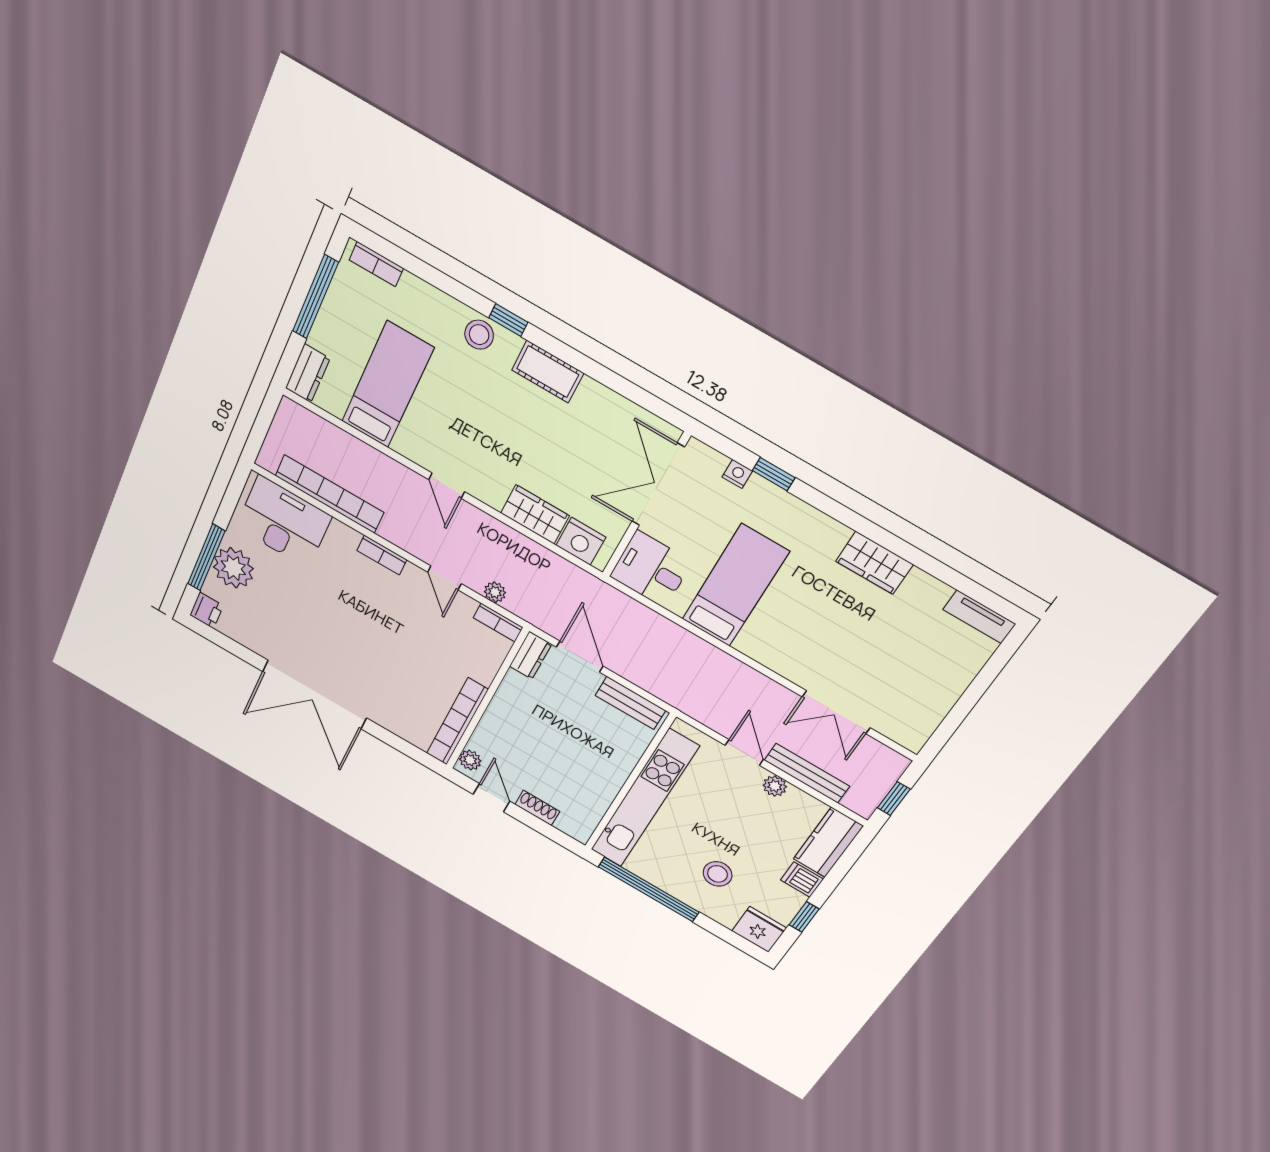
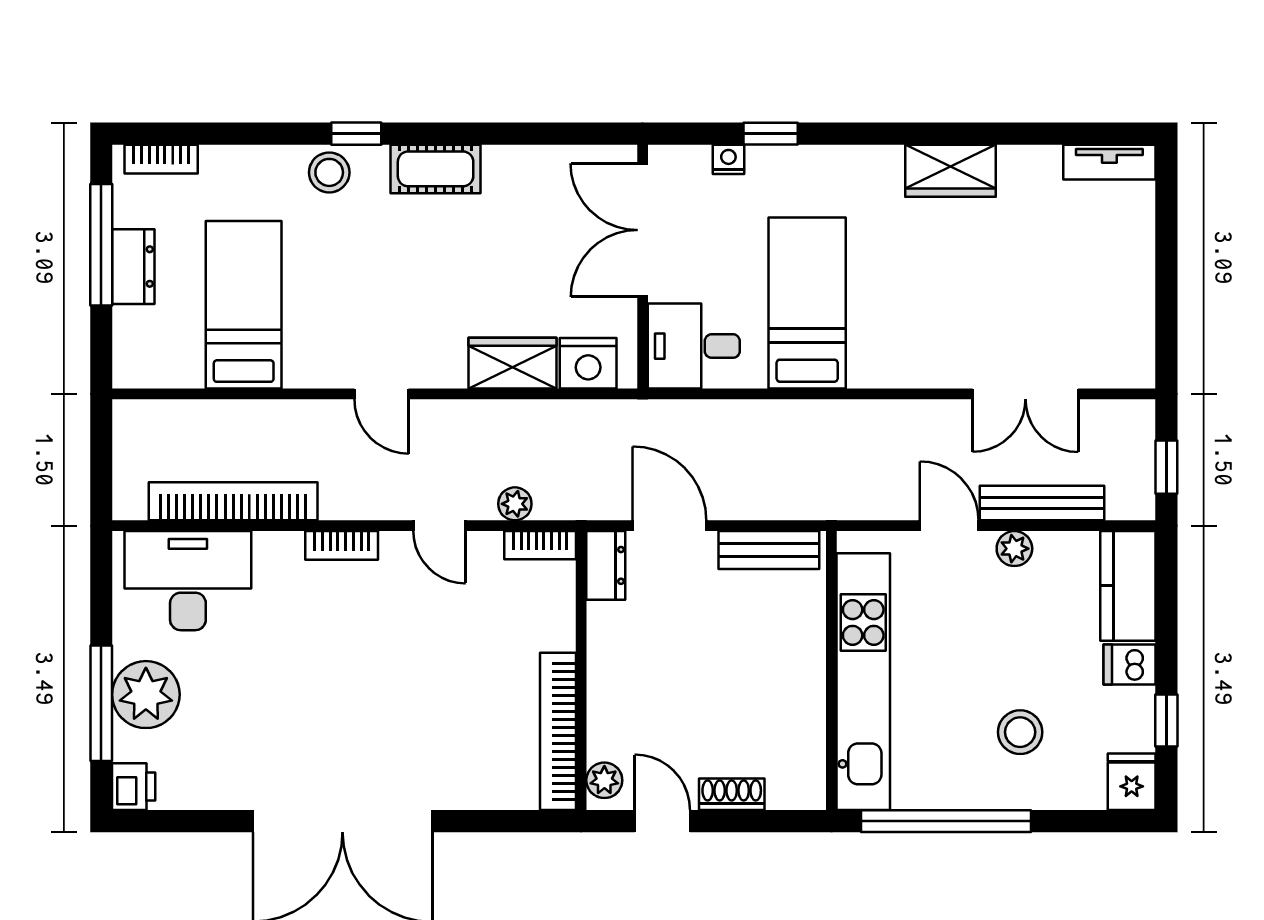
dresser: (308, 373) -> (133, 267), moved
fridge: (759, 929) -> (1132, 782), width x0.72

